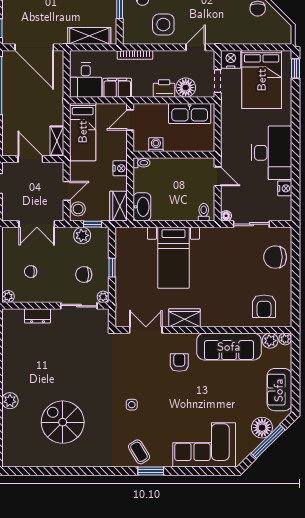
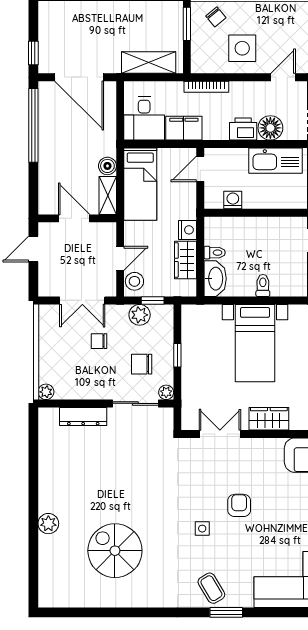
boiler: (57, 118) -> (107, 166), added
toilet: (141, 163) -> (215, 253), moved
wardrobe: (118, 206) -> (185, 260), moved
toilet: (204, 212) -> (263, 285), moved
chair: (31, 272) -> (99, 341), moved
dresser: (38, 316) -> (83, 416), width x1.44
armchair: (179, 362) -> (239, 505), moved

